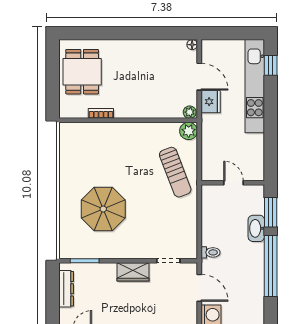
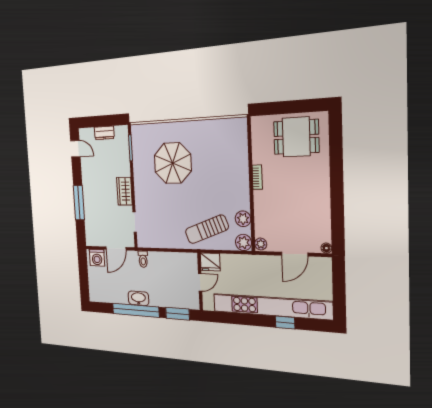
window: (271, 65) -> (285, 322), moved
kitchen unit: (255, 86) -> (271, 306), width x1.36
fridge: (211, 102) -> (210, 262), moved
bookcase: (101, 113) -> (257, 177), moved
plant: (164, 131) -> (243, 219), added
washbasin: (256, 228) -> (138, 298), moved
dresser: (66, 289) -> (104, 133), width x0.70

